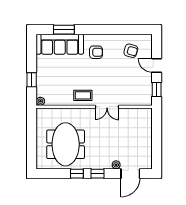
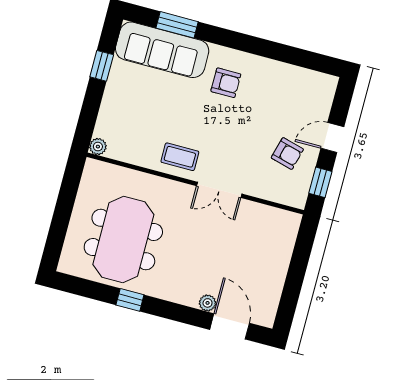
armchair: (131, 51) -> (287, 154), moved
door: (157, 65) -> (332, 138), hinge flipped
window: (32, 80) -> (102, 66), moved
window: (97, 174) -> (168, 310), removed
door: (130, 174) -> (230, 326), swing flipped

